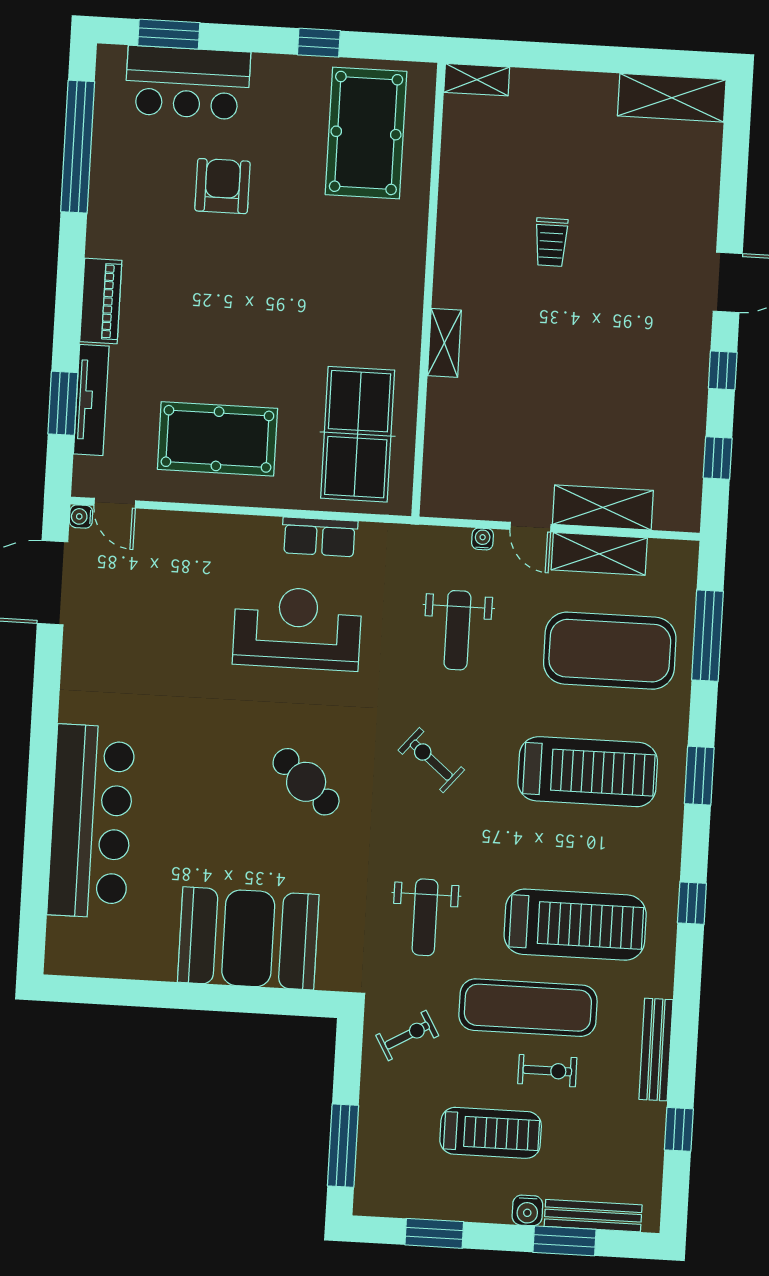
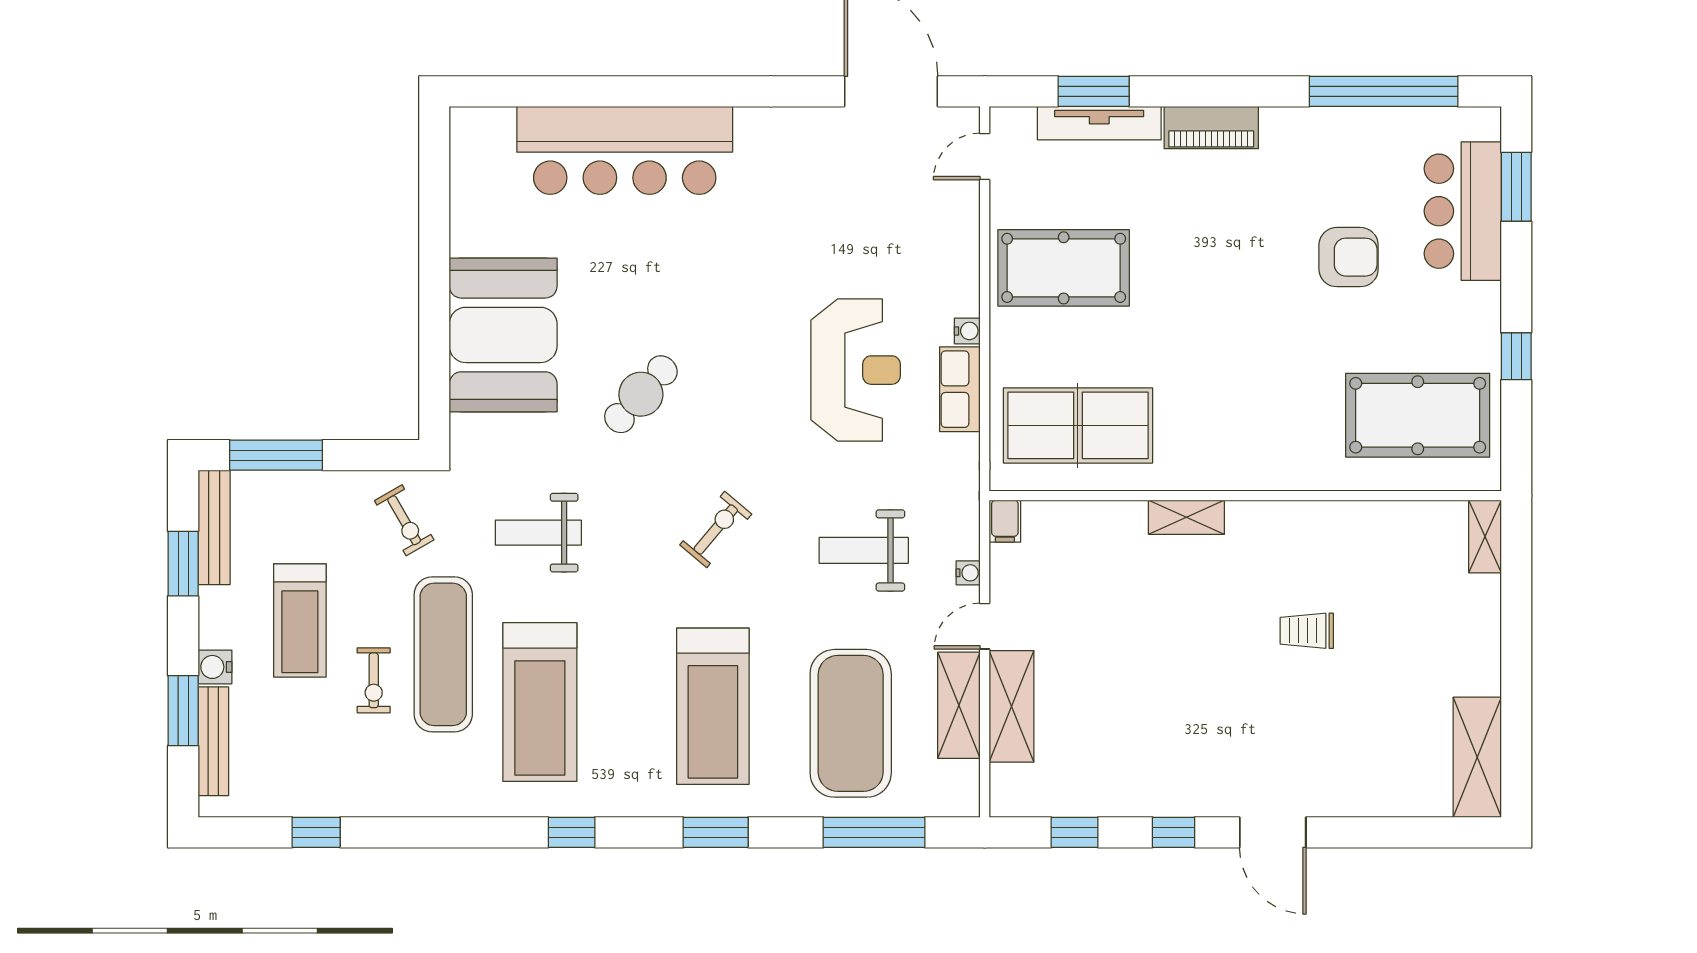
pool table: (217, 439) -> (1064, 268), turned 90
filing cabinet: (439, 504) -> (1005, 521), added
water cooler: (81, 517) -> (967, 331), moved, turned 90
cafe table: (306, 782) -> (641, 394), moved
bench: (656, 1050) -> (214, 527), moved, turned 90

